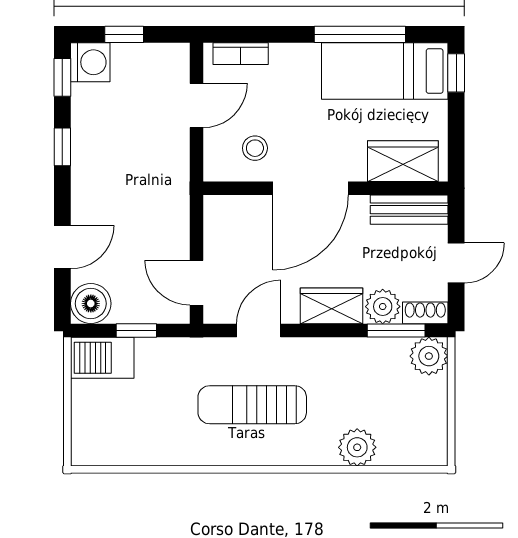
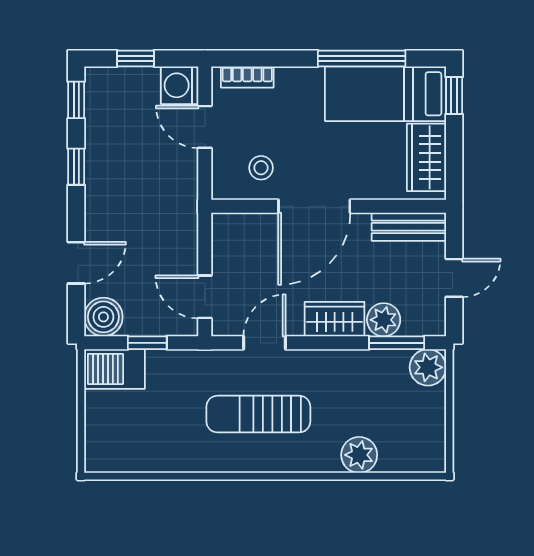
washing machine: (90, 62) -> (180, 85), moved, turned 180
door: (196, 106) -> (205, 127), swing flipped
wardrobe: (403, 161) -> (427, 157), moved, turned -90
shoe rack: (425, 313) -> (424, 326), removed

